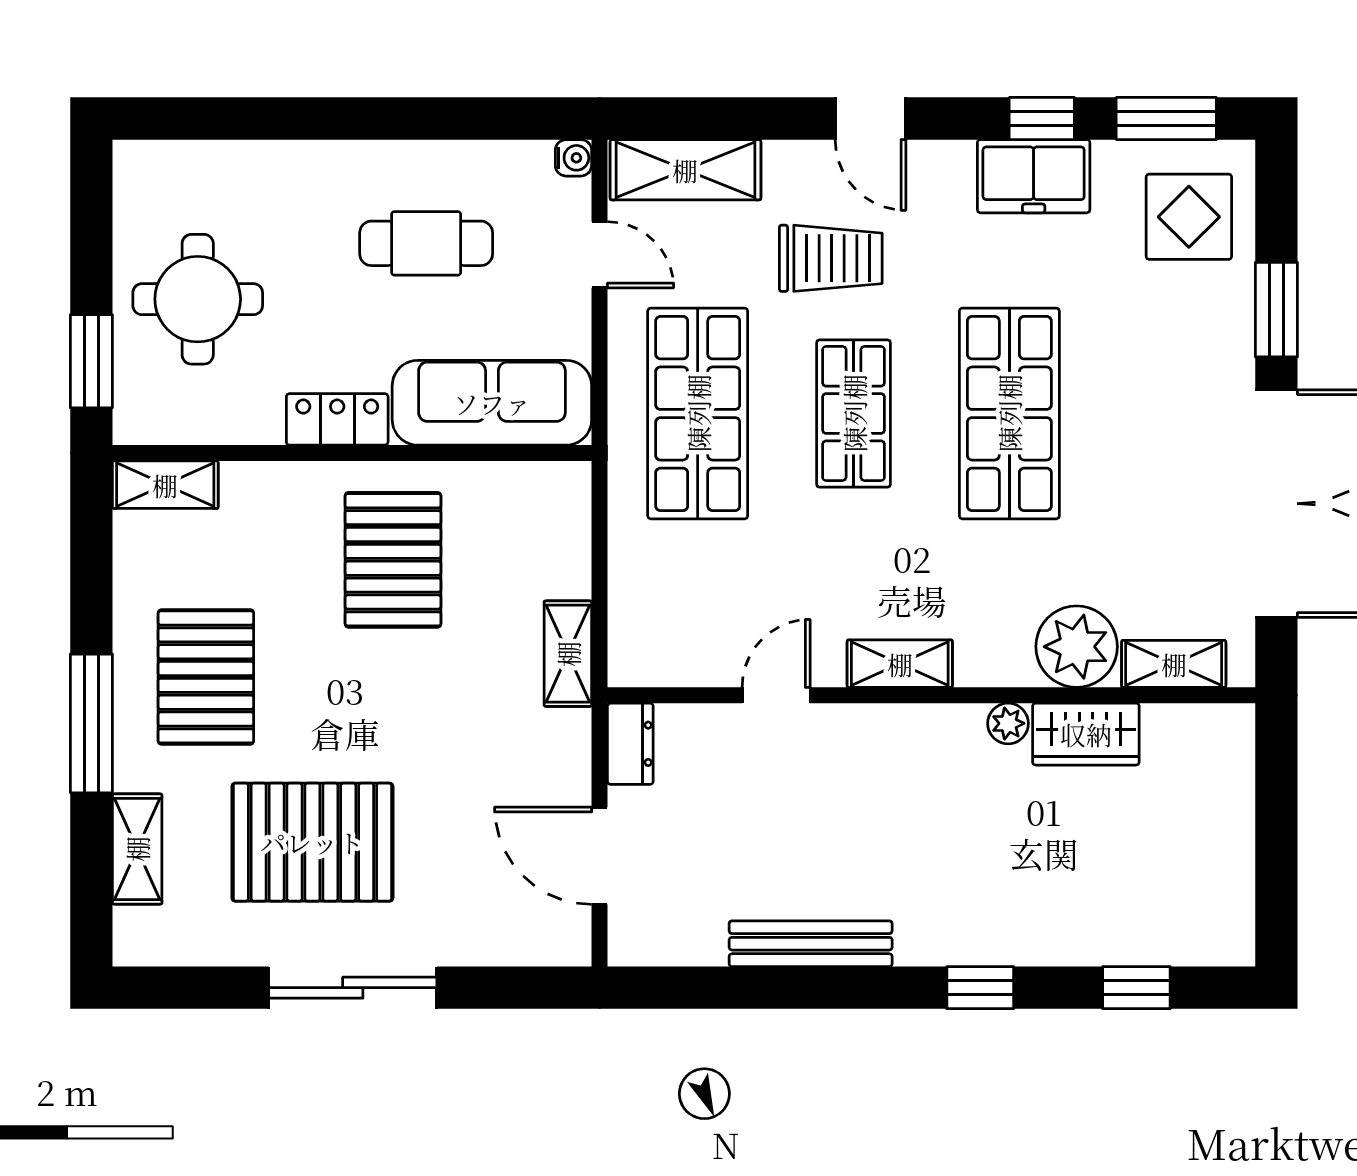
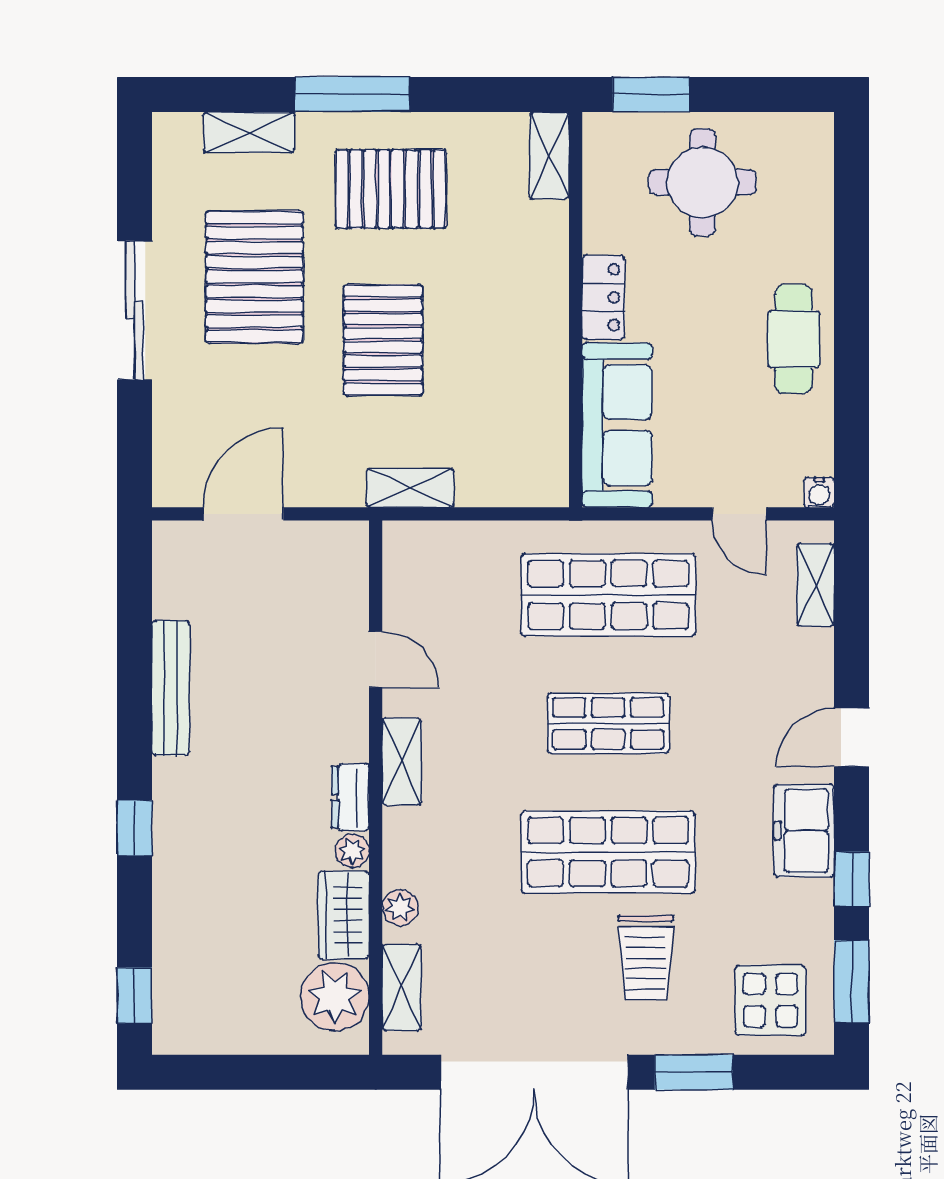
shelving: (685, 170) -> (816, 585), width x0.67, depth x0.75
freezer: (1034, 176) -> (804, 831), moved
cafe table: (426, 243) -> (794, 339), moved
door: (600, 255) -> (739, 514), hinge flipped
trolley: (831, 258) -> (646, 957), moved
pallet: (393, 560) -> (383, 340), moved, turned 90
plant: (1077, 647) -> (400, 907), width x0.53, depth x0.53
dresser: (630, 744) -> (350, 797), moved, turned 90
plant: (1185, 745) -> (335, 997), added
window: (1136, 988) -> (134, 995), moved

